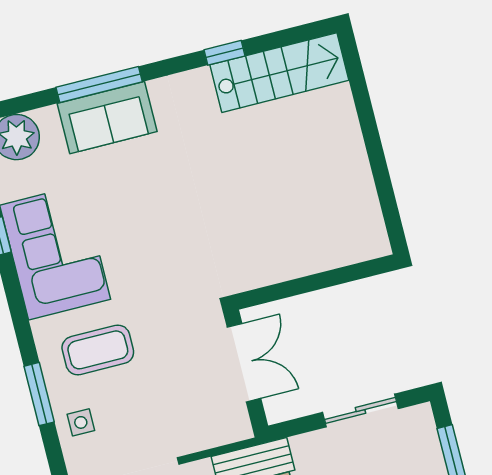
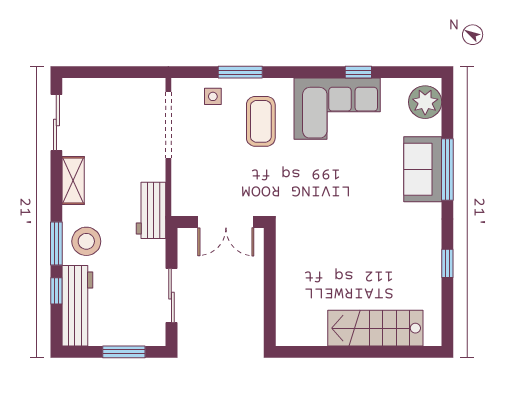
stairs: (279, 73) -> (375, 328), moved, turned 90

